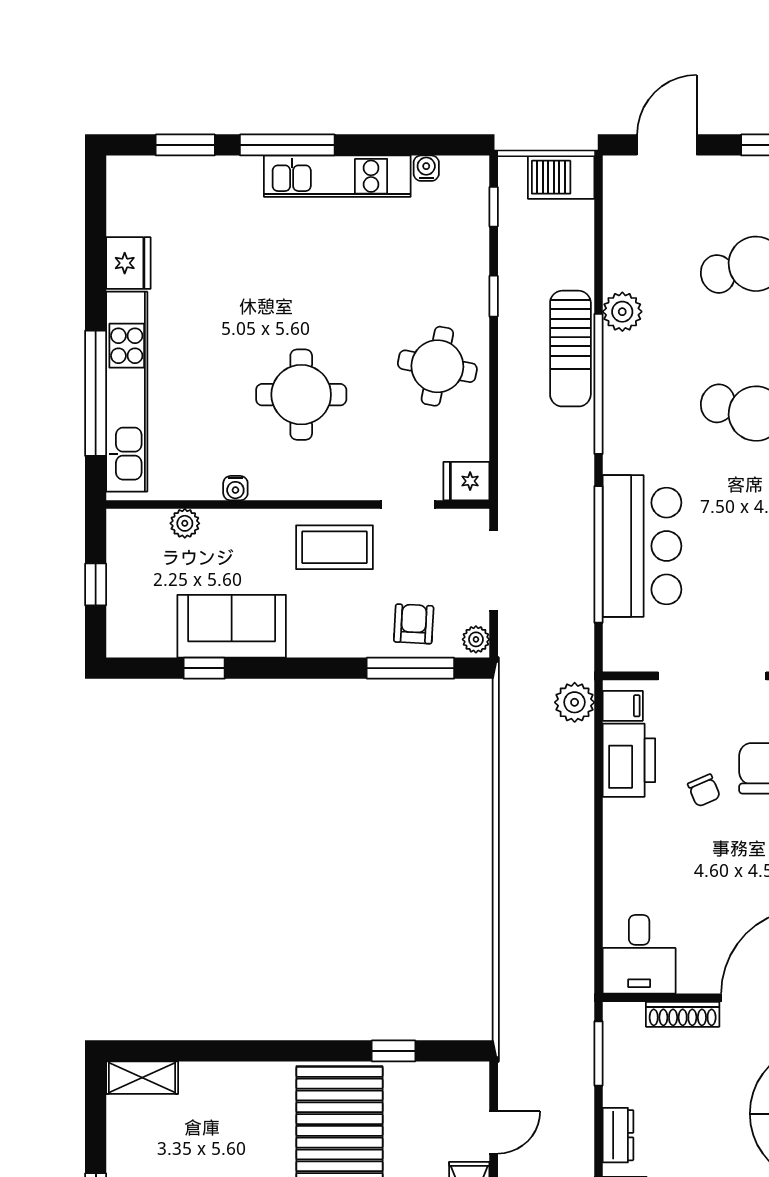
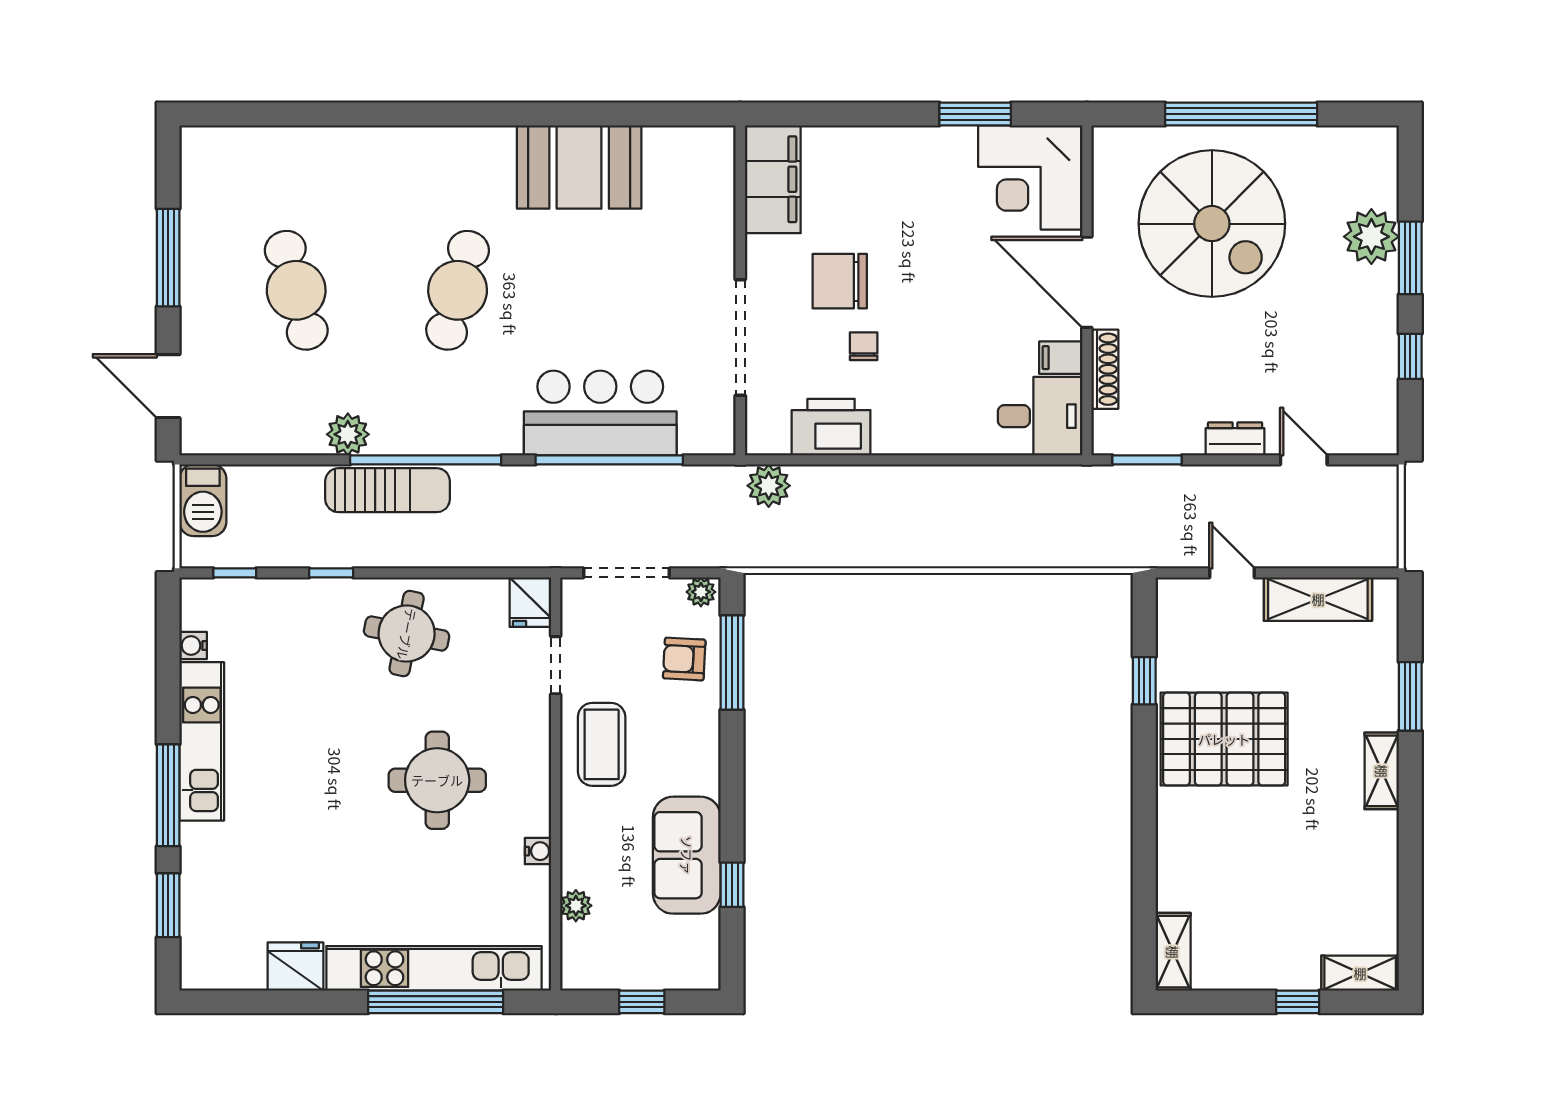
filing cabinet: (623, 706) -> (1061, 358), moved, turned -90
chair: (704, 790) -> (864, 346), turned -67

